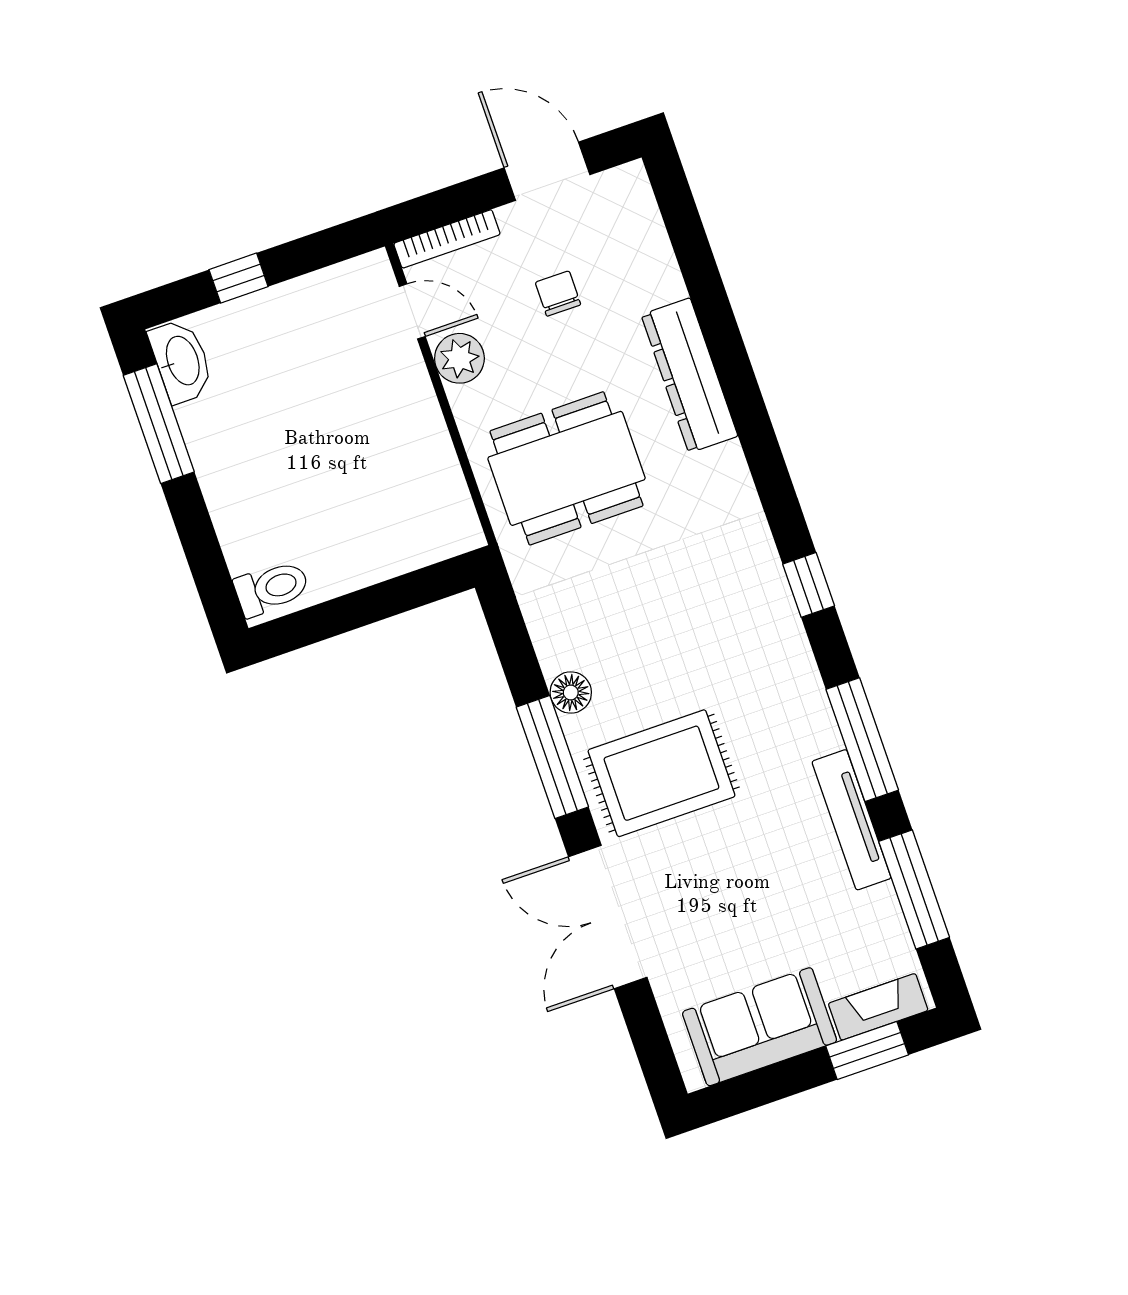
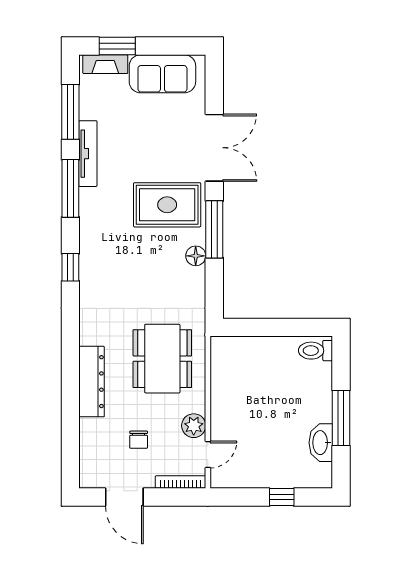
door: (412, 311) -> (208, 454), swing flipped
washbasin: (181, 361) -> (321, 443), moved
window: (159, 424) -> (341, 418), moved
dining table: (567, 468) -> (162, 359), turned 90

